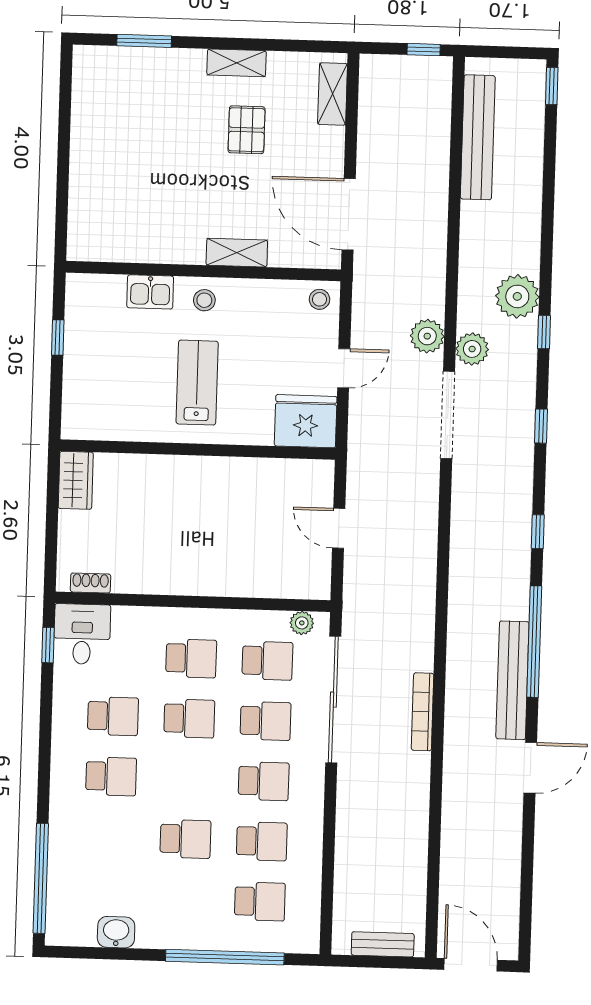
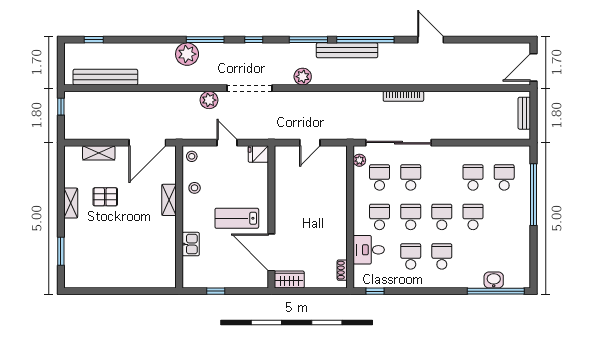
window: (552, 86) -> (94, 40), moved
shelving: (333, 94) -> (99, 153), moved
stool: (204, 300) -> (195, 188), moved
window: (544, 332) -> (205, 40), width x2.17
plant: (472, 349) -> (303, 77), moved
fridge: (306, 421) -> (258, 154), width x0.53, depth x0.75
door: (129, 447) -> (271, 252), added
window: (538, 532) -> (308, 40), width x2.17
desk: (82, 634) -> (369, 250), moved
bench: (512, 680) -> (347, 50), moved
school desk: (264, 781) -> (442, 217), moved
washbasin: (116, 932) -> (494, 280), moved, turned 90

